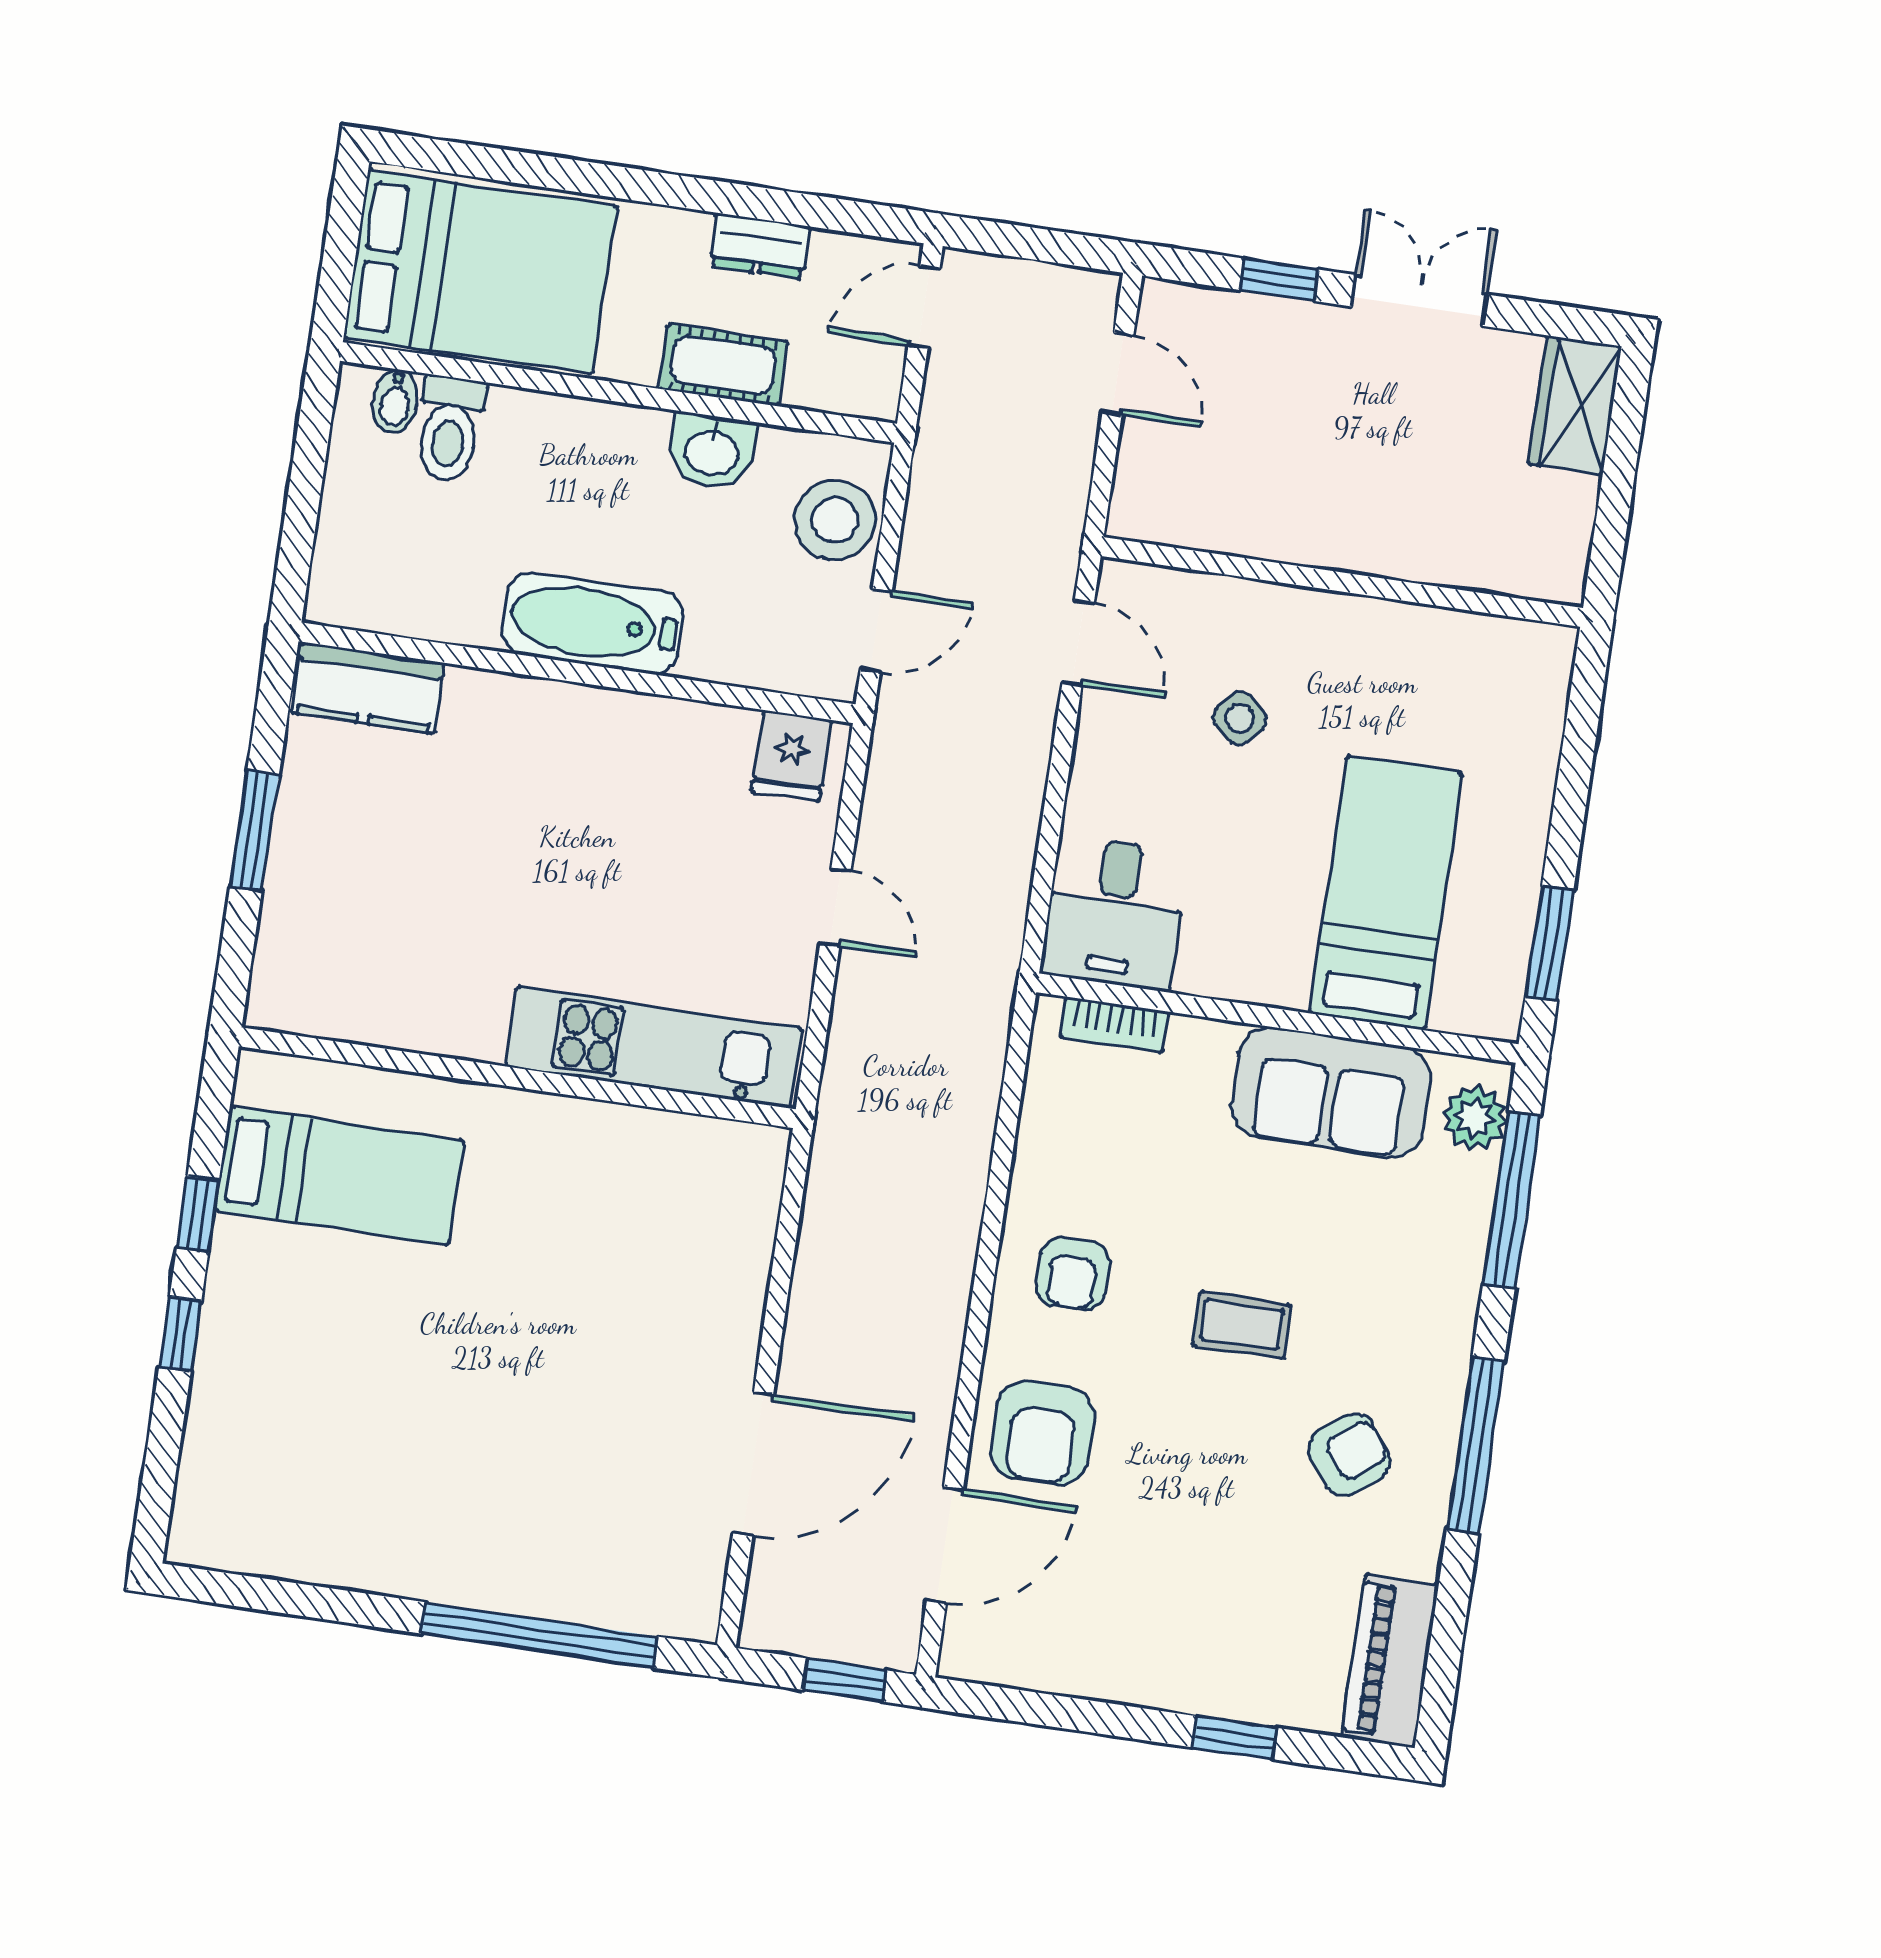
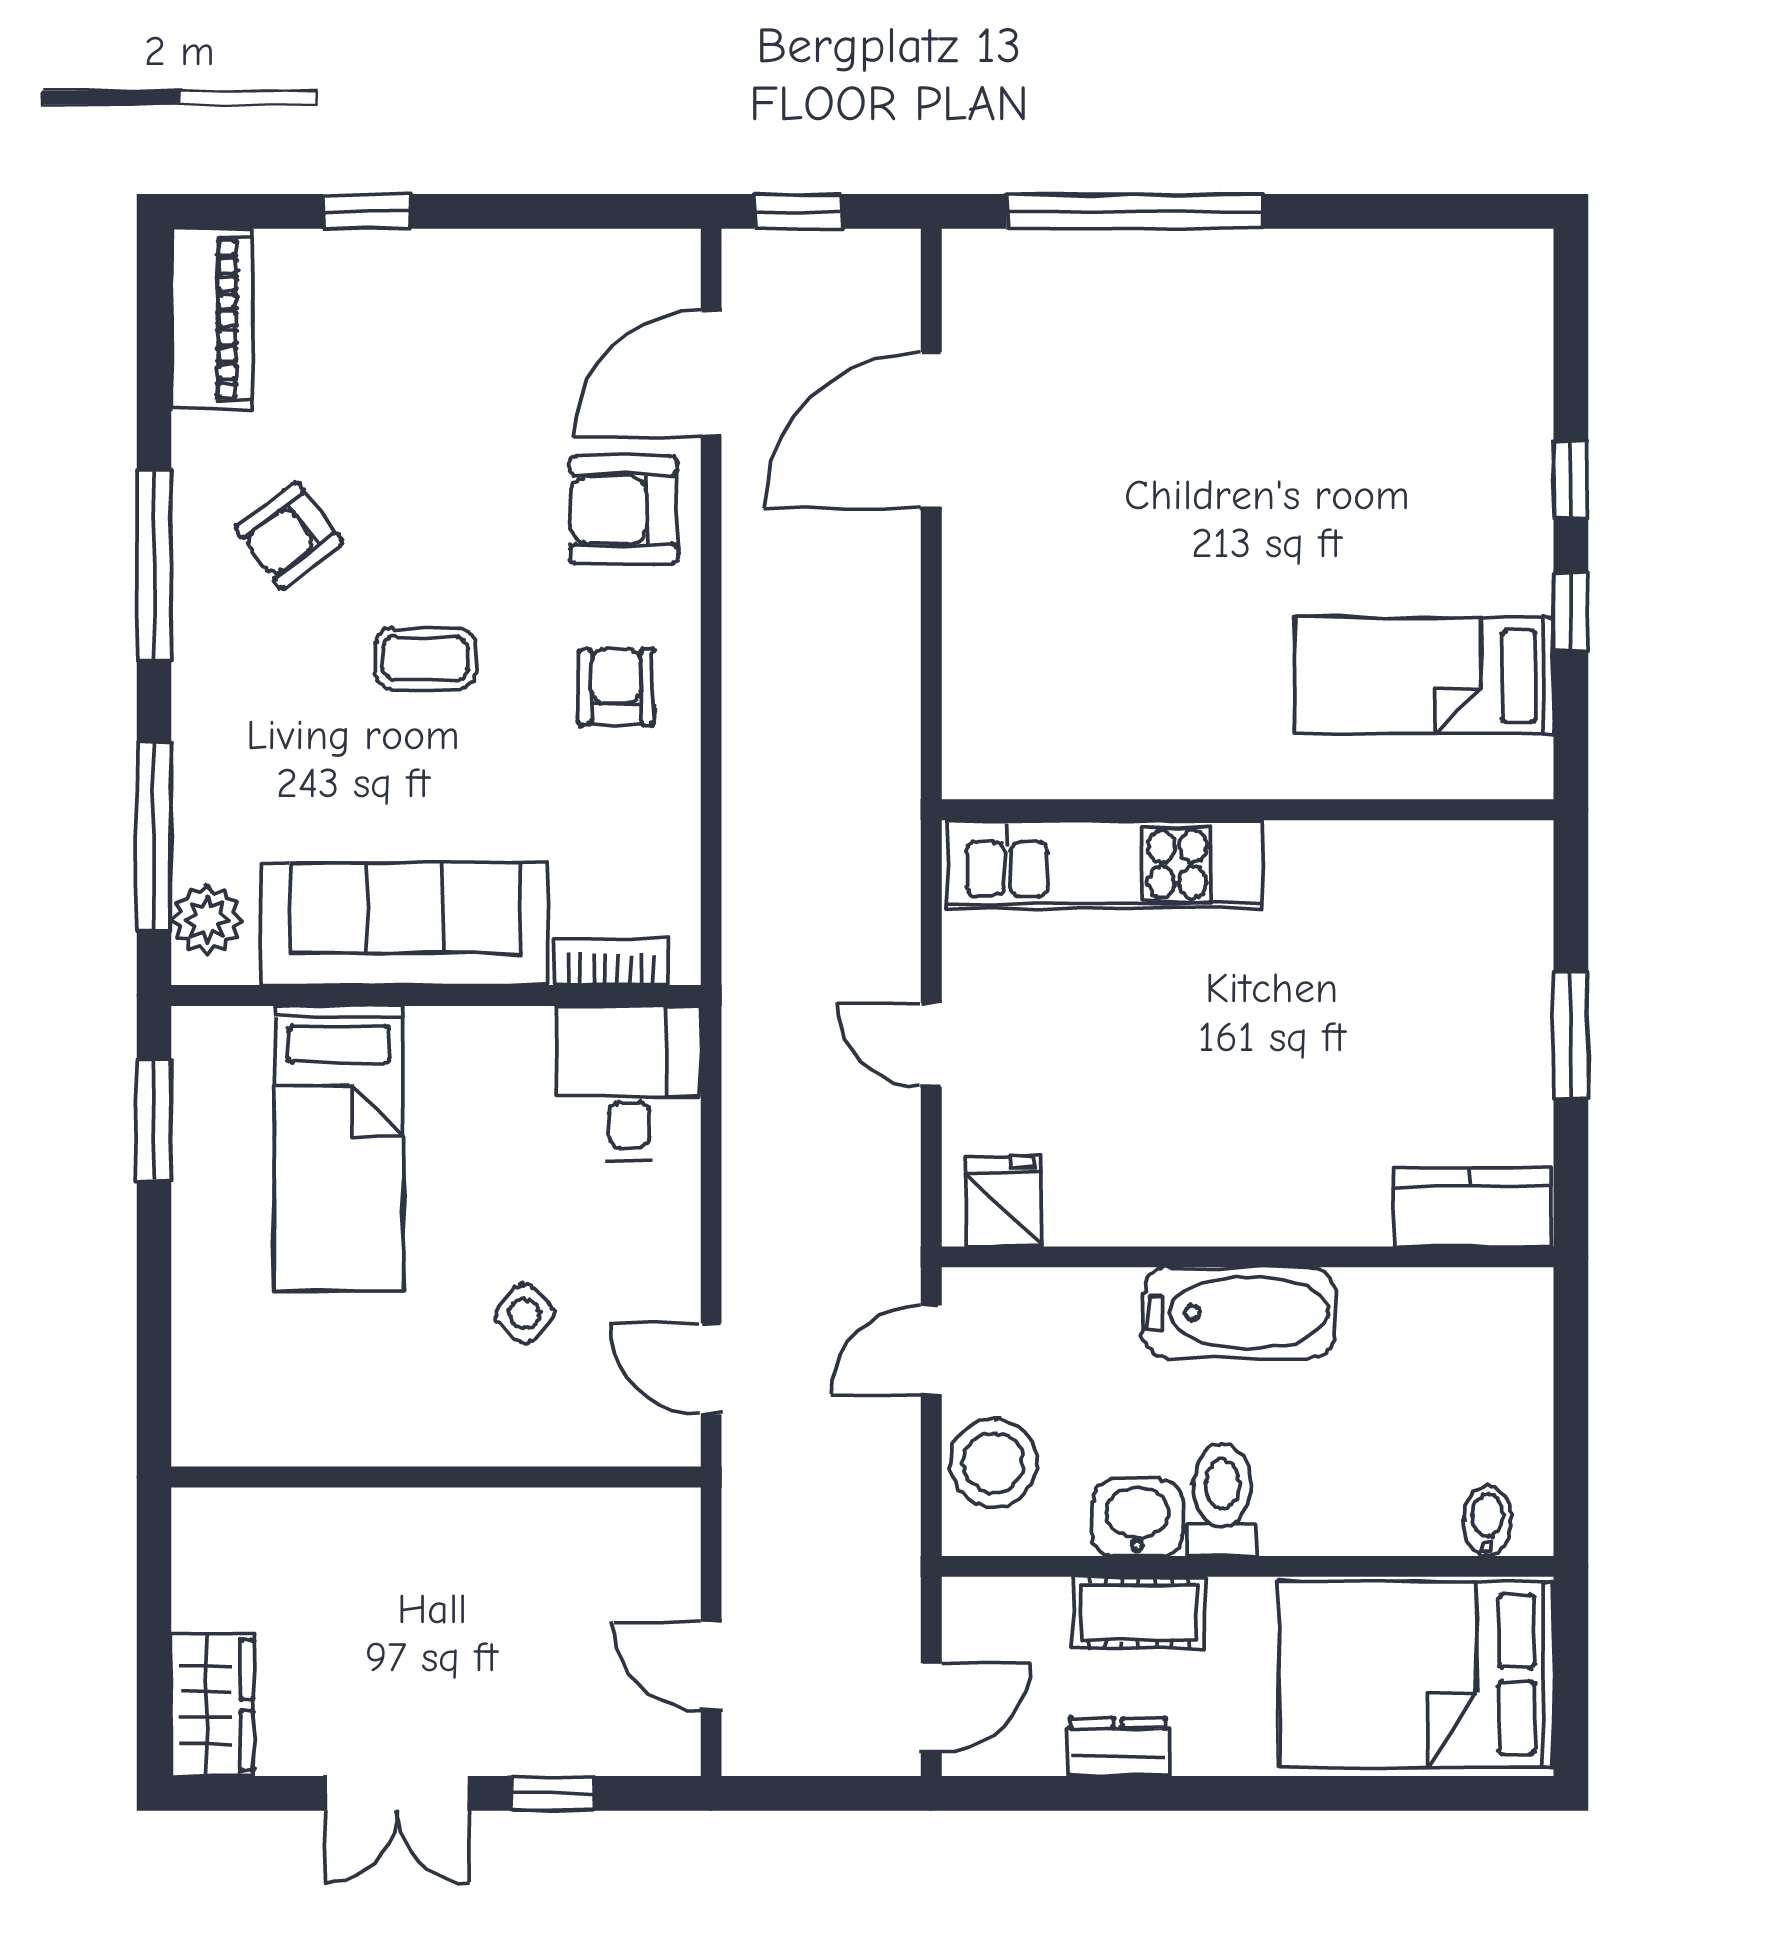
toilet: (450, 429) -> (1222, 1500), moved
sofa: (1331, 1092) -> (405, 924), width x1.36
armchair: (1042, 1433) -> (624, 510), turned -90

